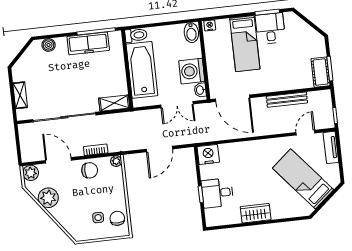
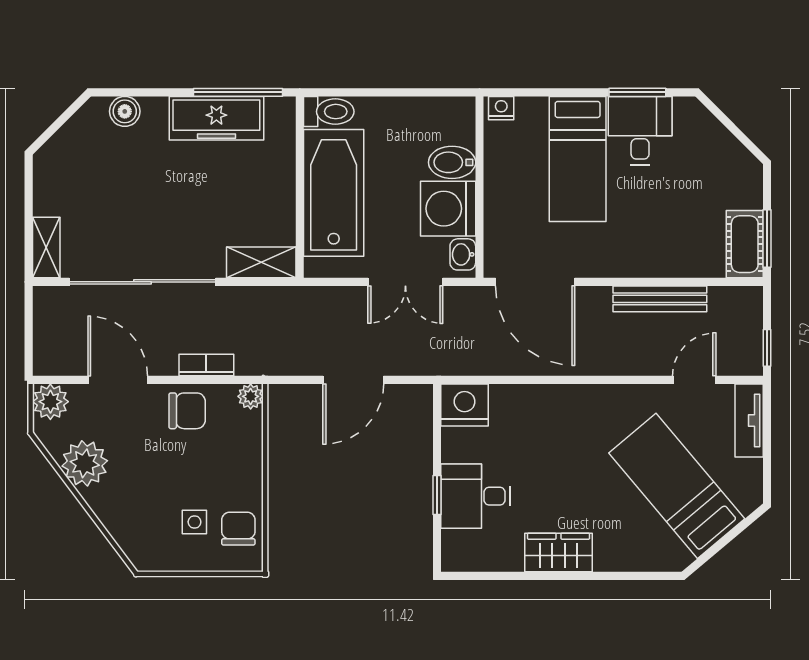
bidet: (191, 33) -> (452, 162), moved, turned 90
shelving: (20, 95) -> (46, 248), moved

